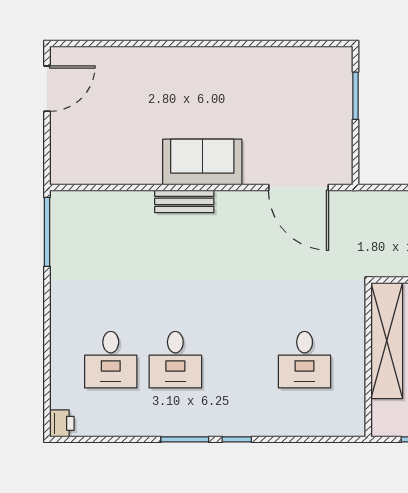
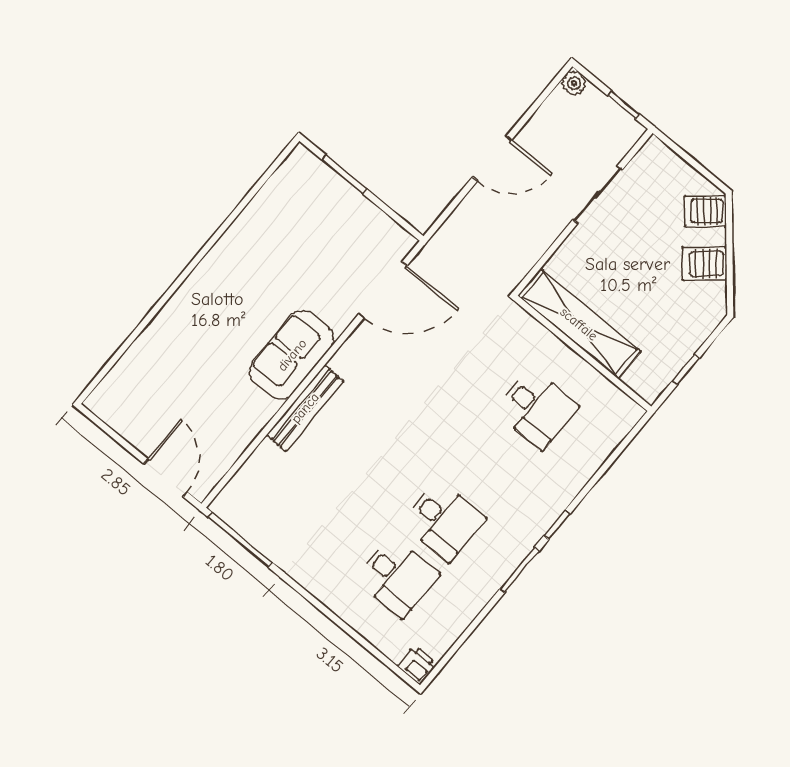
door: (47, 89) -> (165, 478), moved
bench: (184, 201) -> (305, 408), width x1.36

